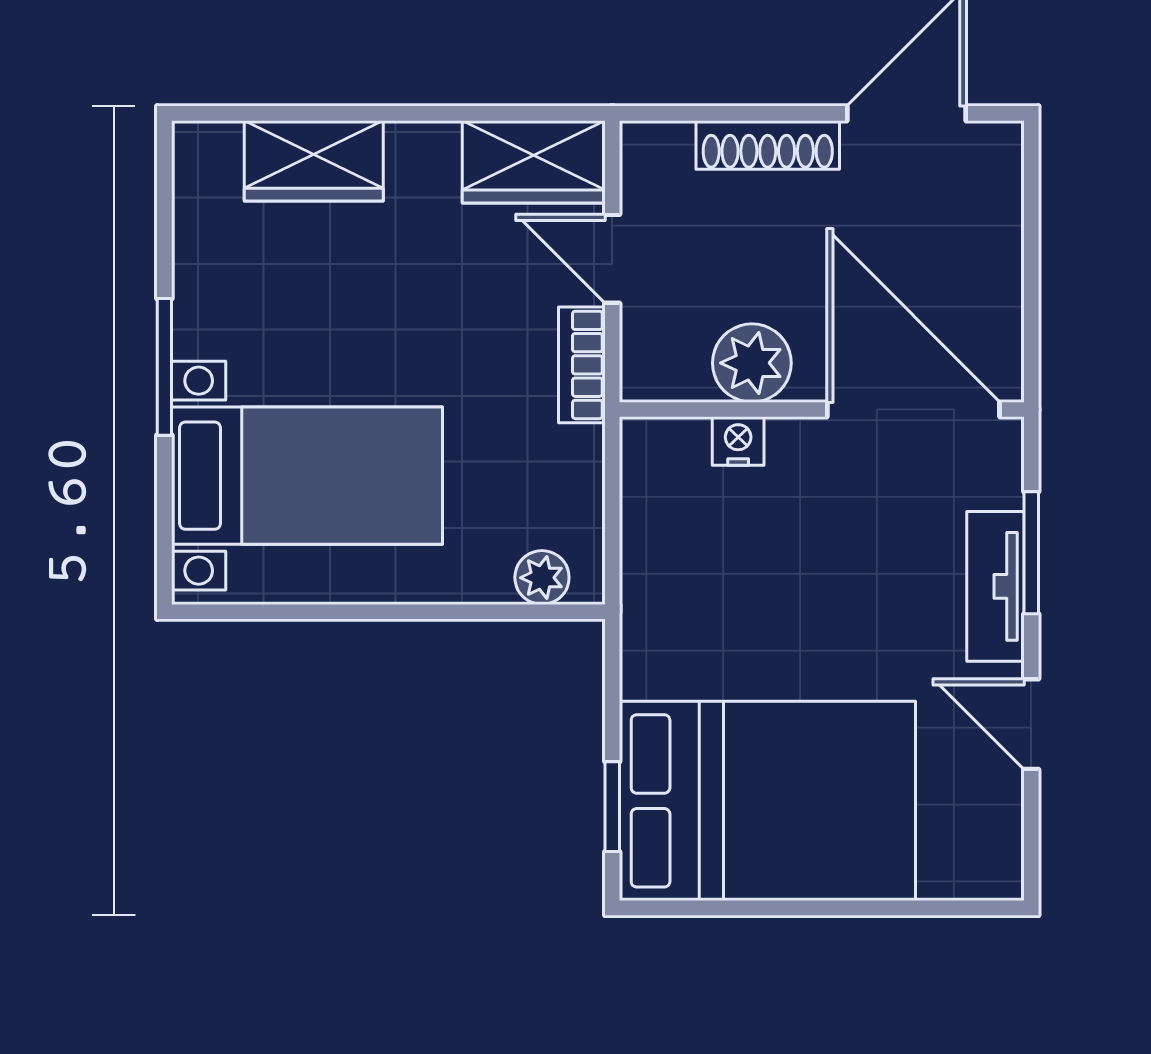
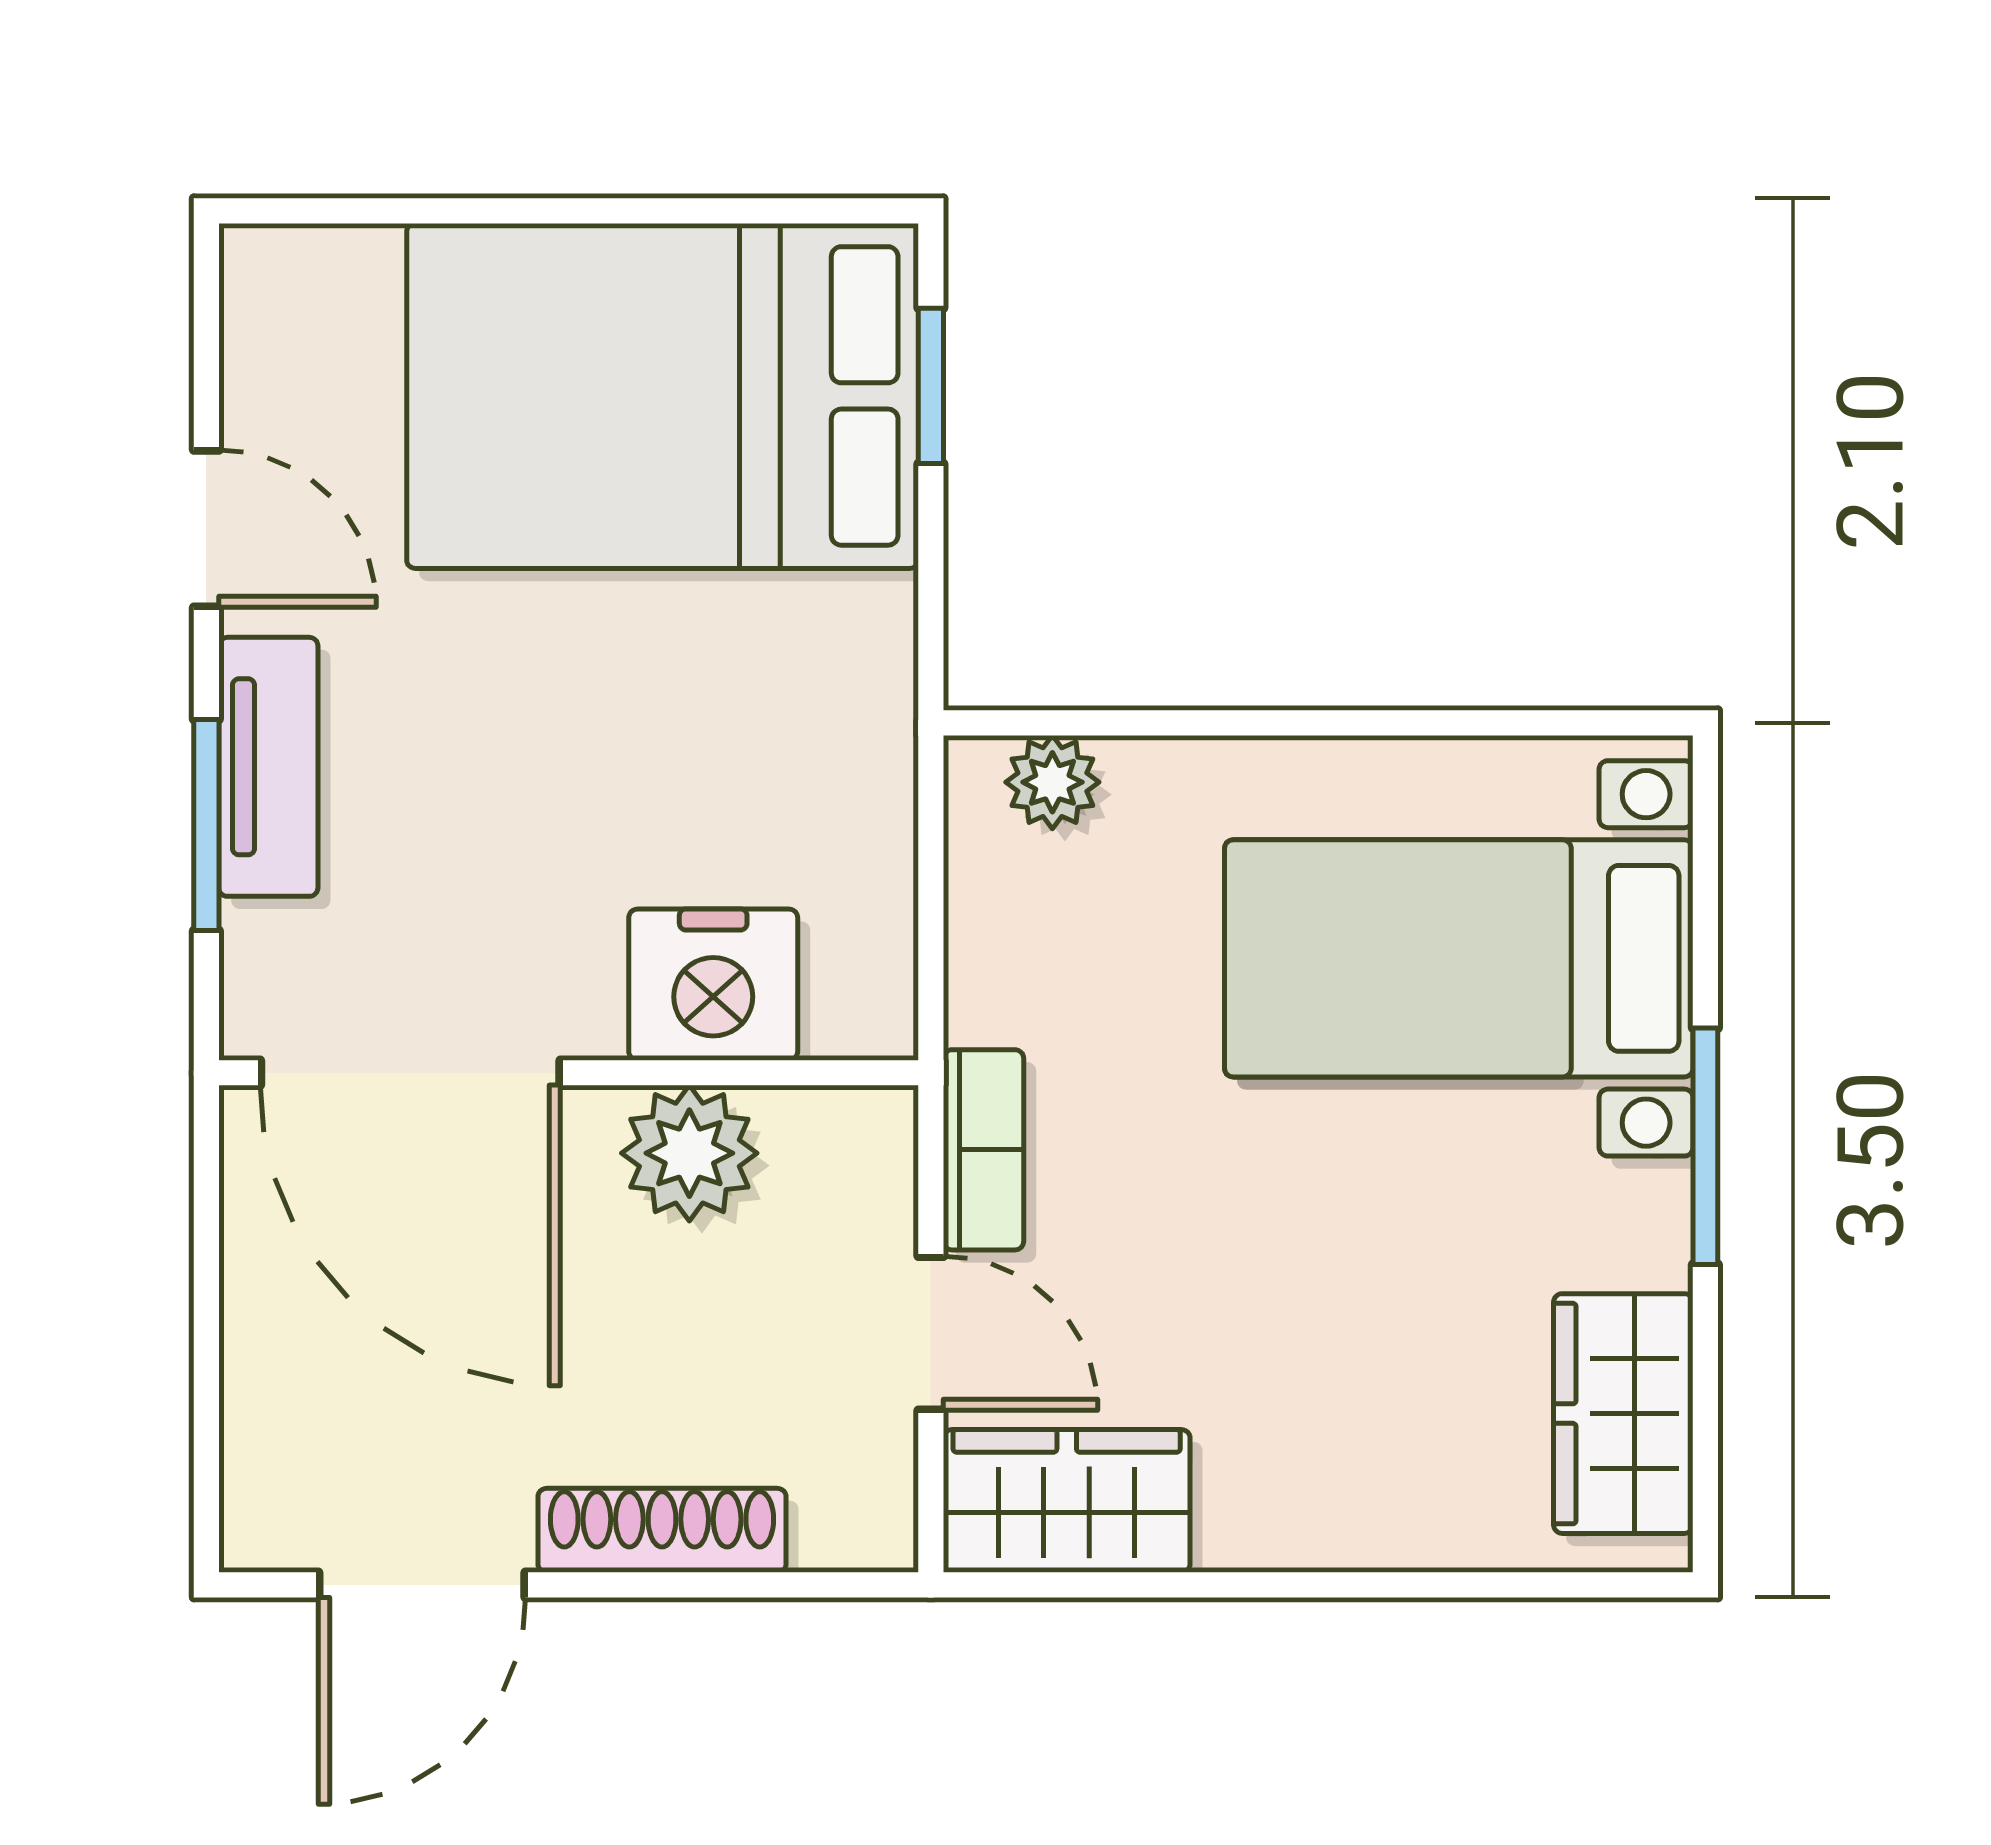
wardrobe: (314, 161) -> (1623, 1414), moved, turned -90
nightstand: (738, 441) -> (713, 985), width x1.89, depth x1.79

